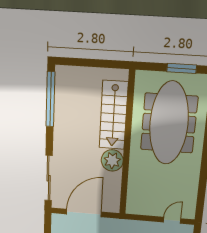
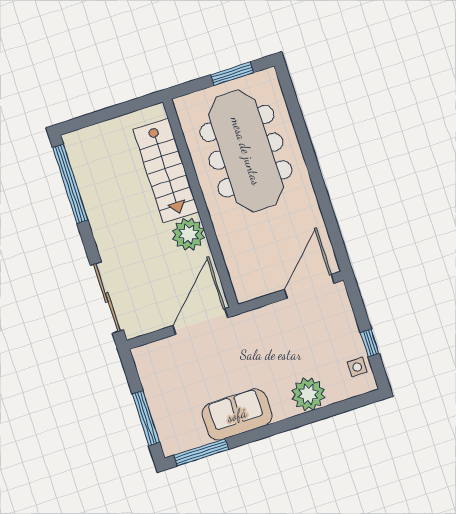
door: (84, 213) -> (200, 322), moved
door: (172, 220) -> (309, 286), width x1.88

